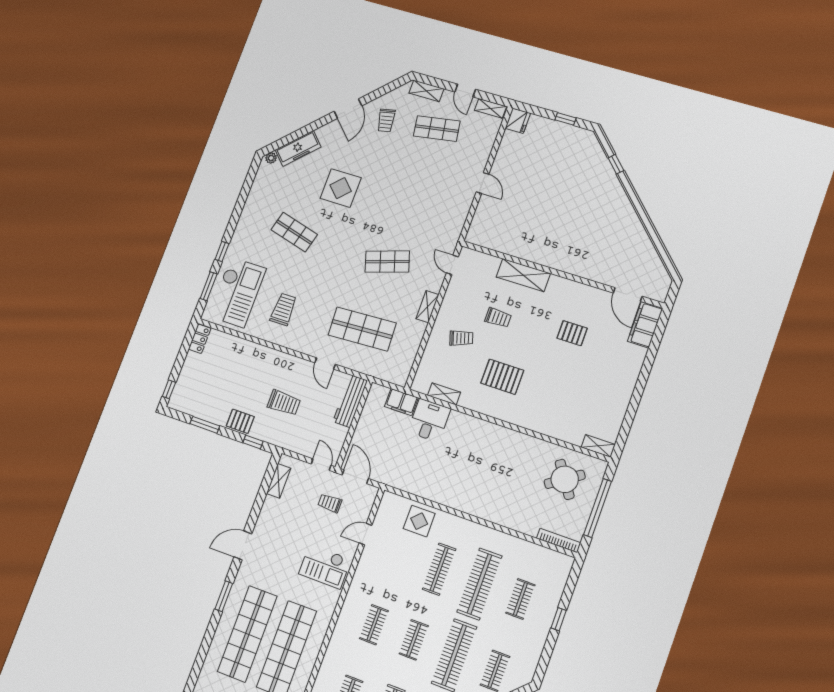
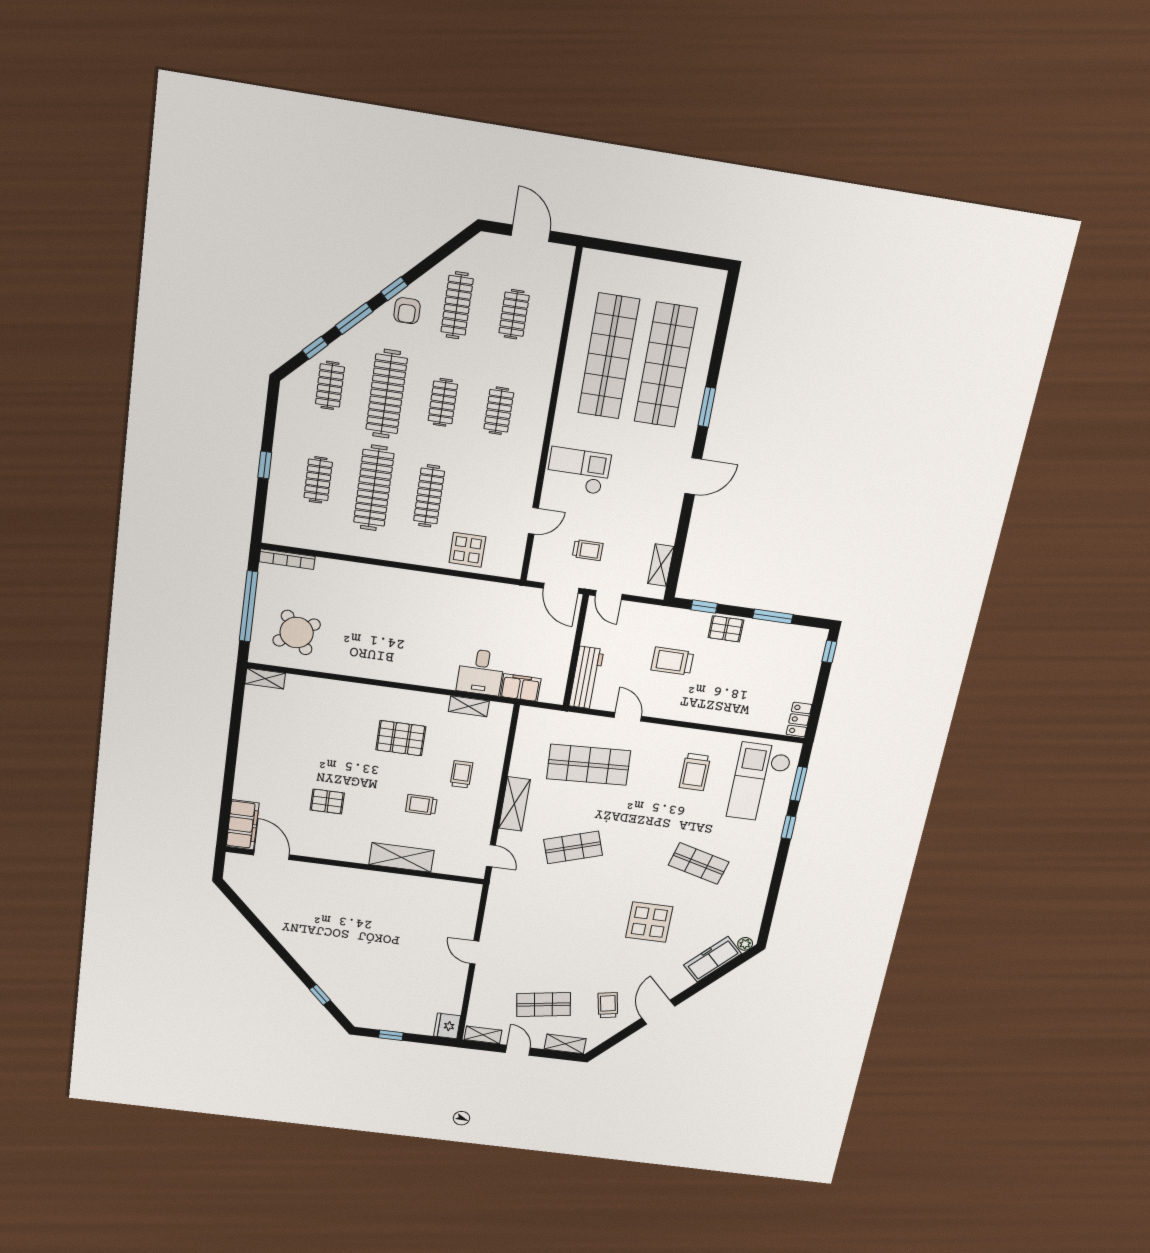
shelving: (427, 307) -> (514, 804), width x1.50, depth x1.33
trolley: (461, 338) -> (461, 774), turned 108

